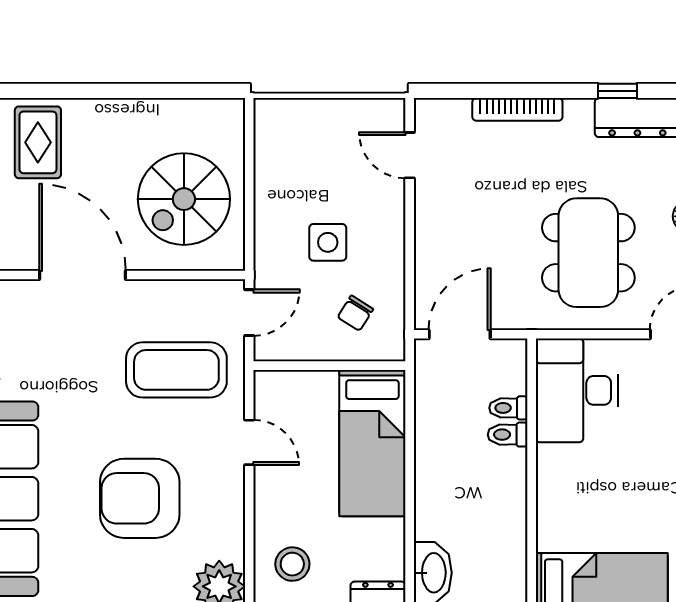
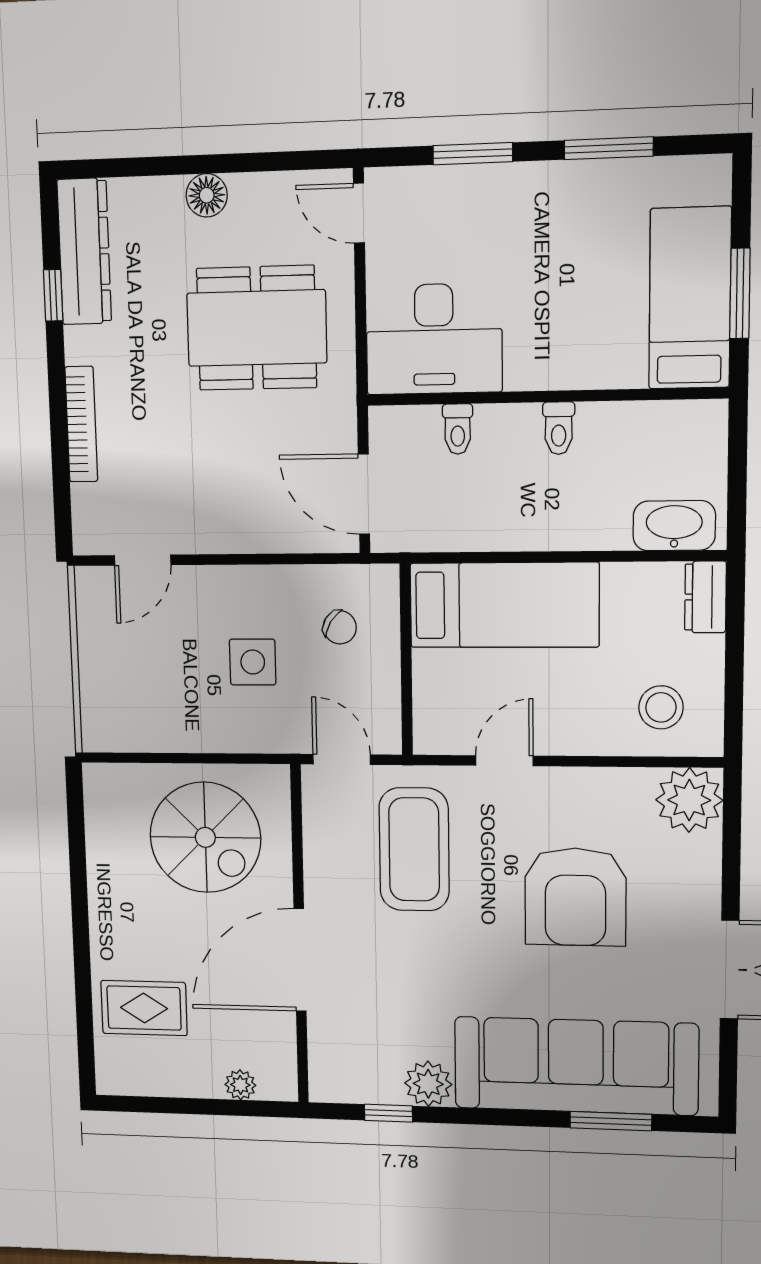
toilet: (508, 435) -> (559, 428), moved

